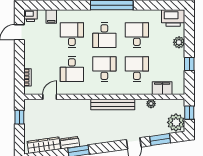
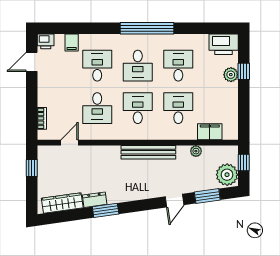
window: (189, 64) -> (244, 71), moved

